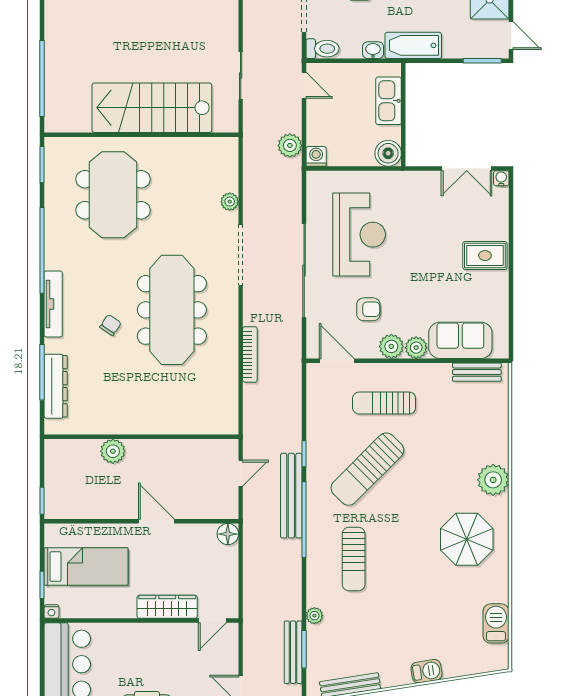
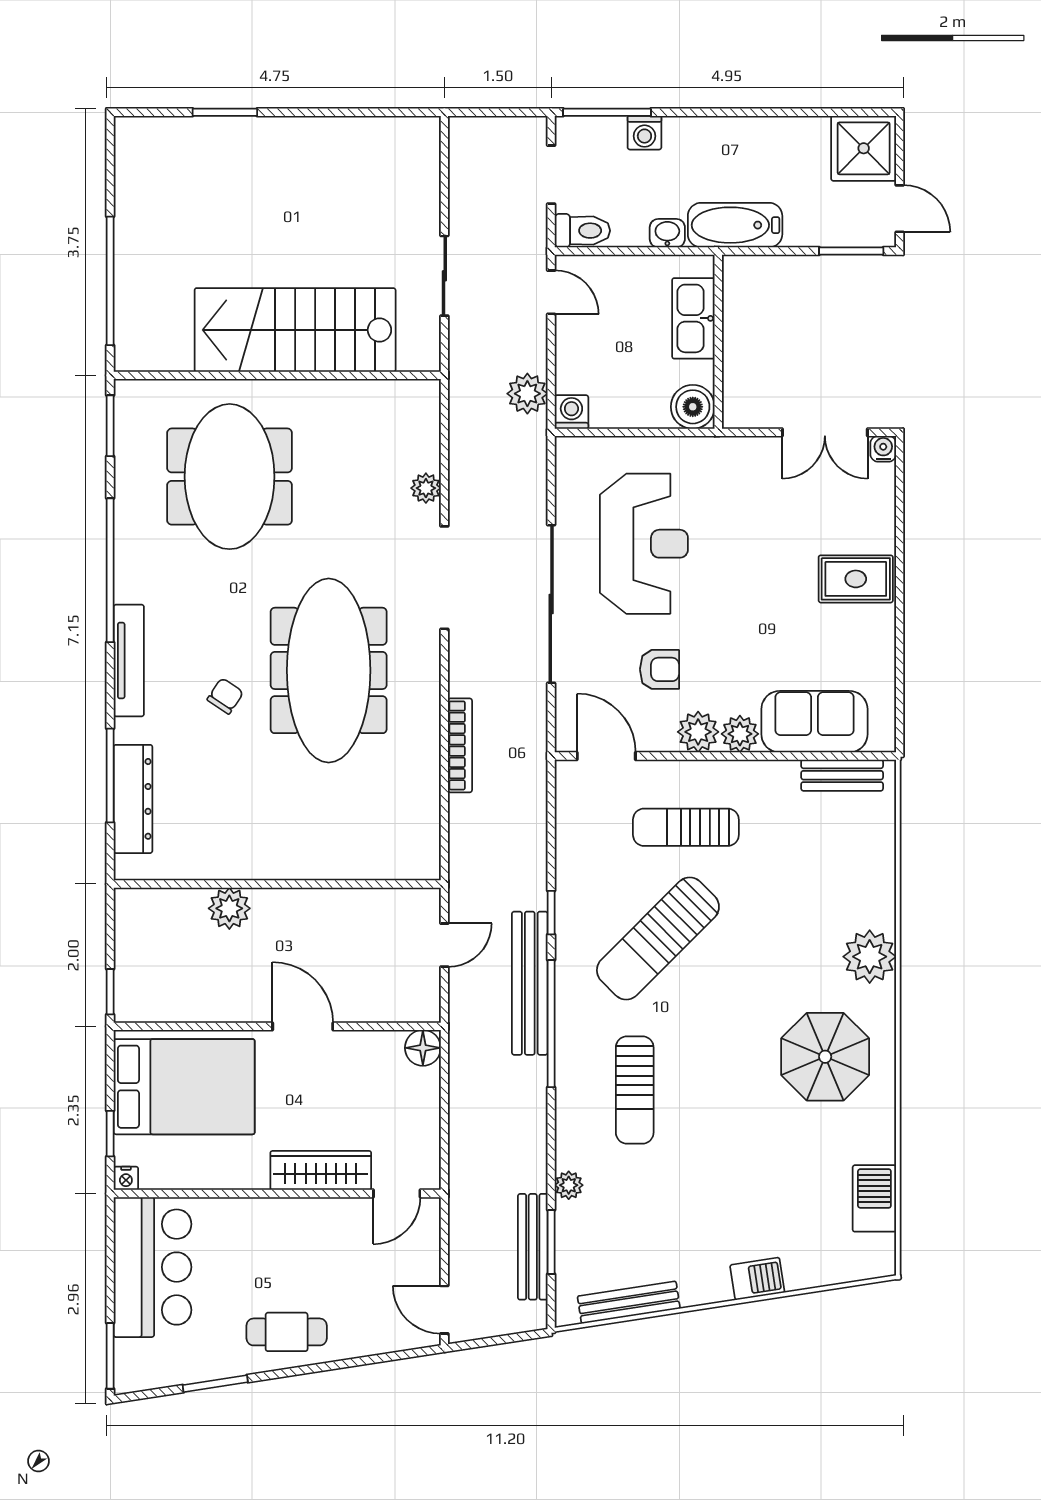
bed: (86, 567) -> (184, 1087), width x1.50

